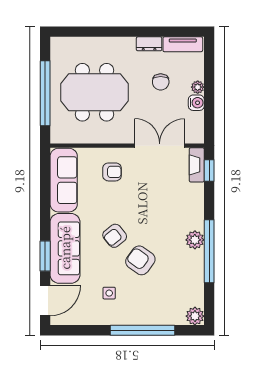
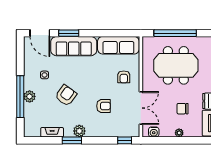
meeting table: (95, 92) -> (176, 65), turned 90
water cooler: (196, 103) -> (154, 132), moved
fireplace: (197, 165) -> (52, 132), moved
armchair: (115, 236) -> (103, 106), moved, turned 129
window: (209, 251) -> (72, 140), width x0.47
plant: (195, 316) -> (30, 96), moved

